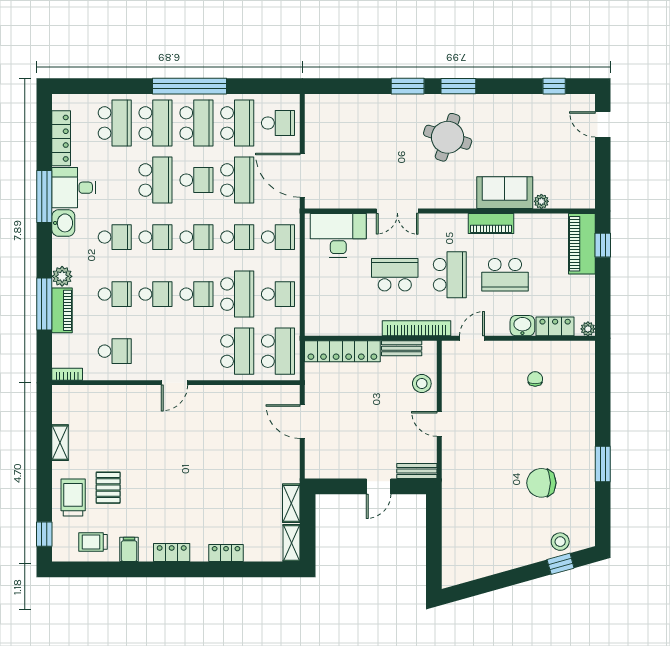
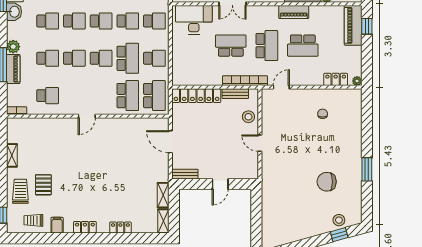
washbasin: (522, 326) -> (314, 79), removed
bench: (417, 471) -> (185, 174), moved

